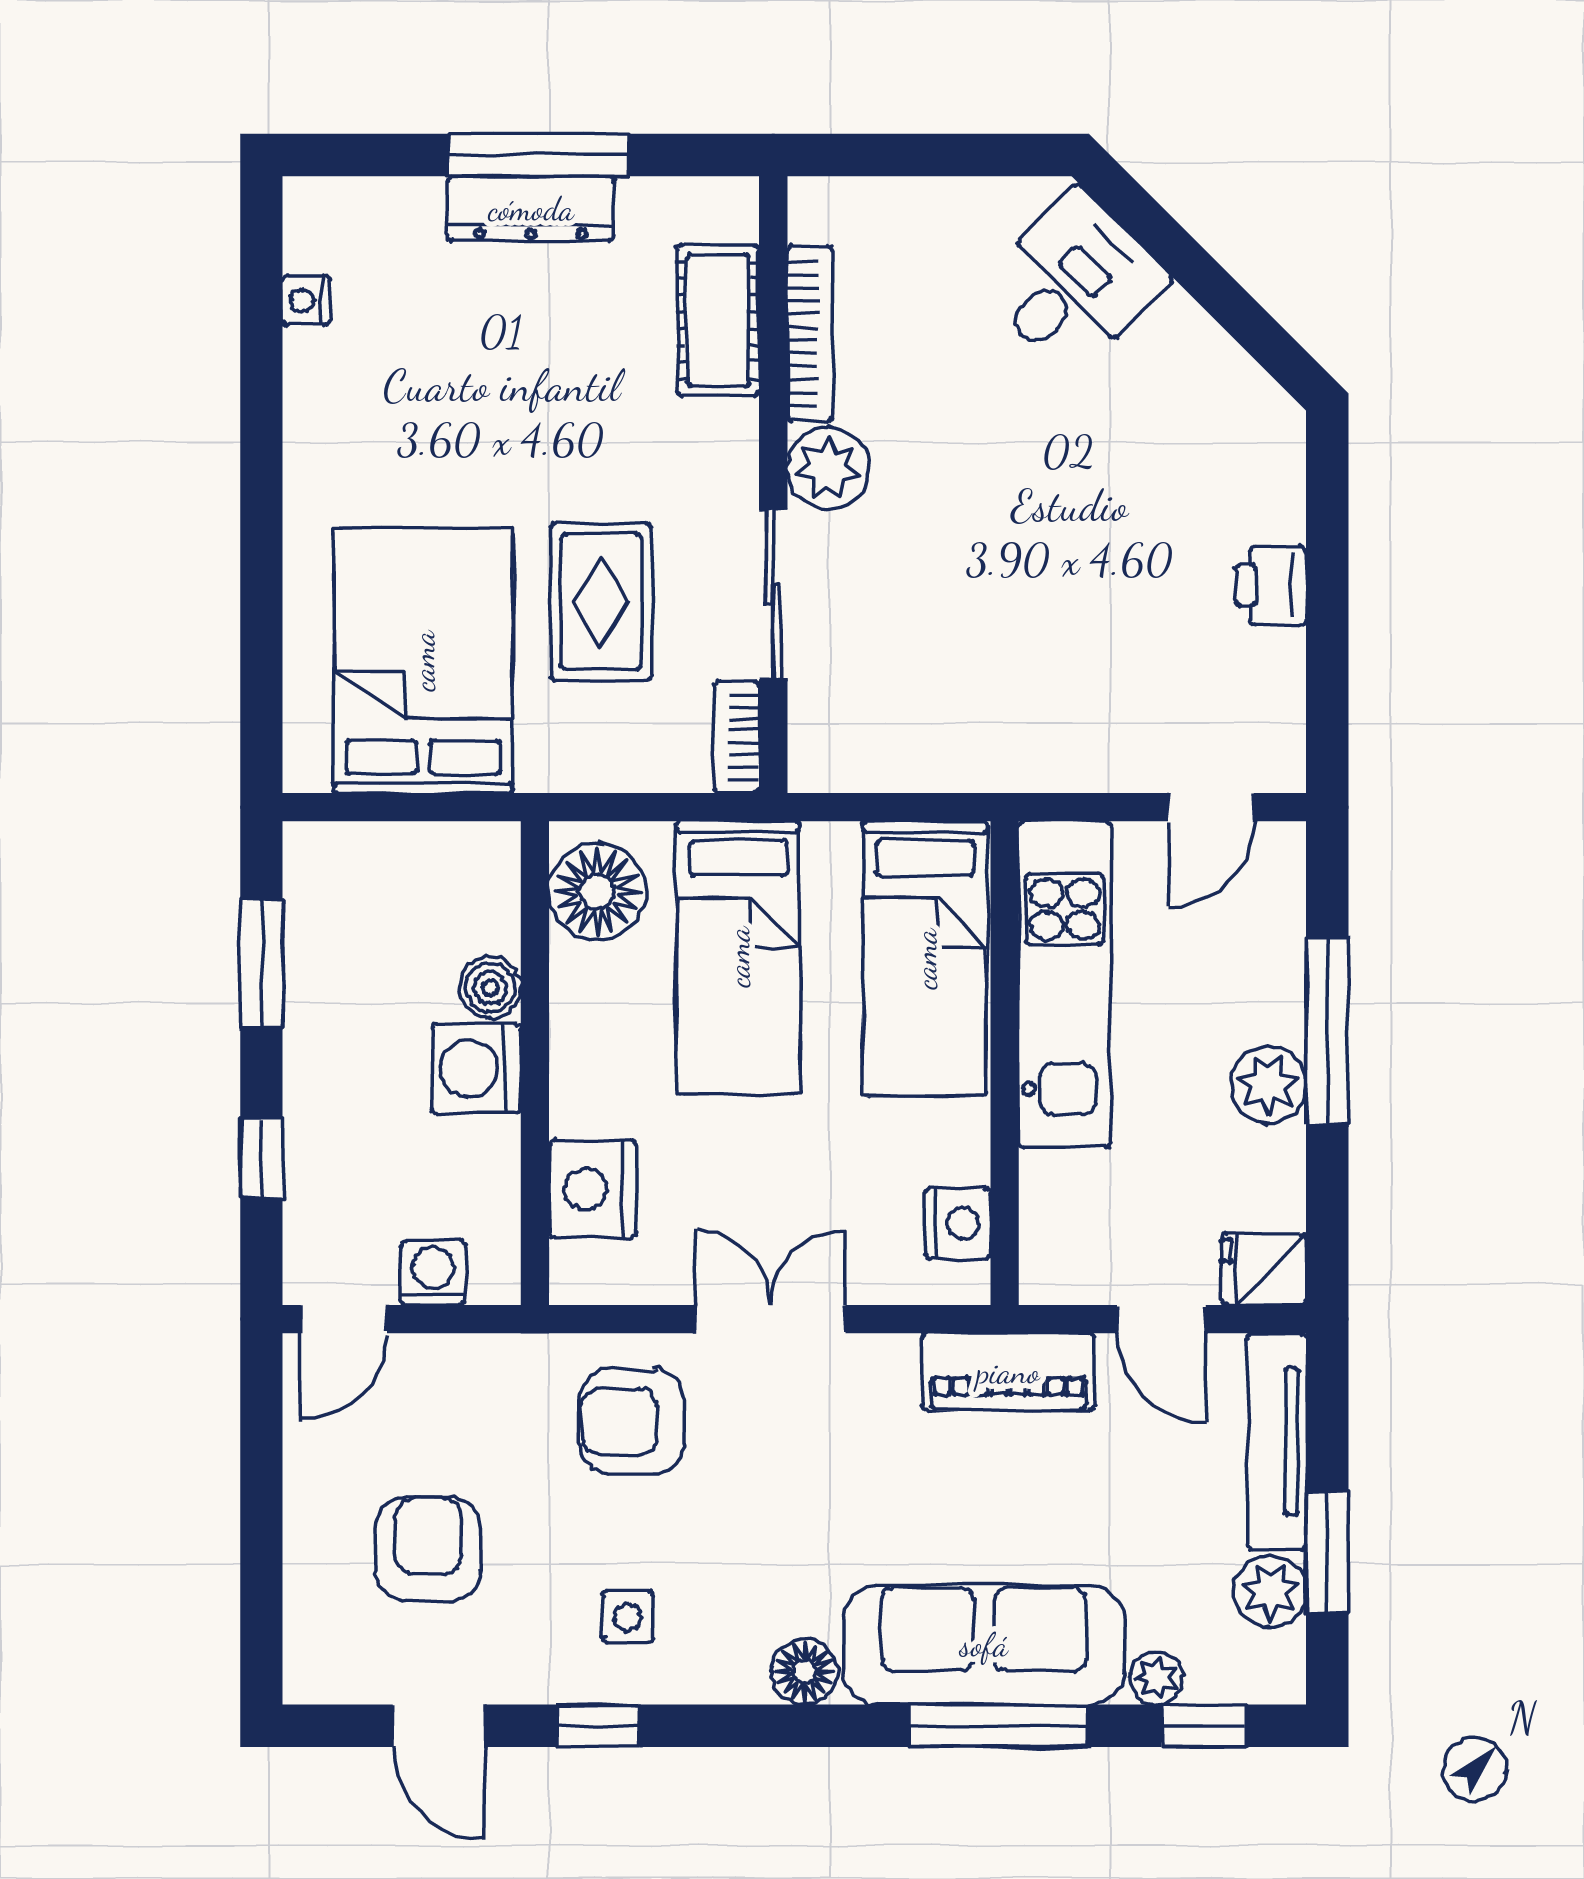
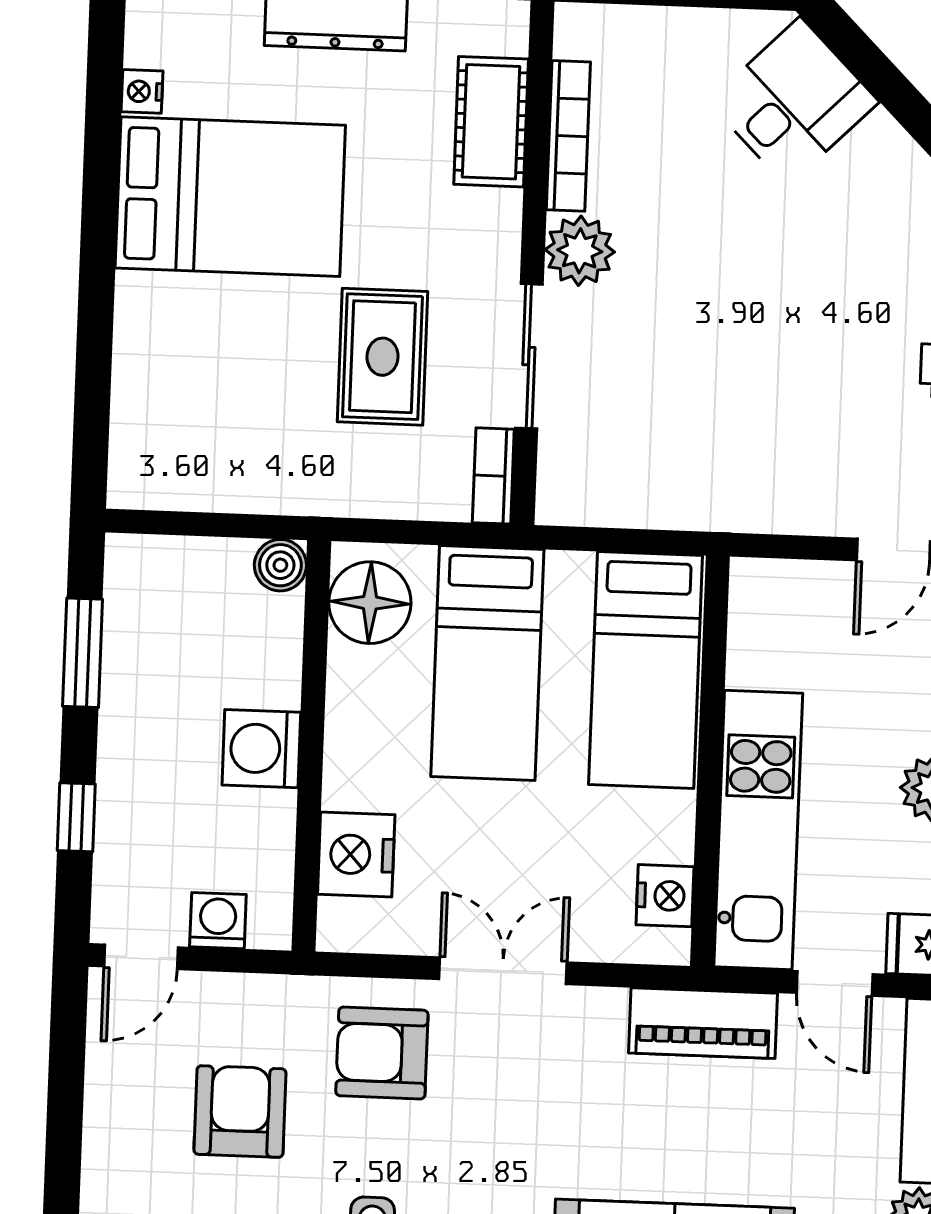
bed: (423, 661) -> (230, 197), moved, turned 90
kitchen unit: (1065, 984) -> (758, 830), moved
boiler: (490, 988) -> (280, 565), moved
armchair: (428, 1549) -> (240, 1111), moved

